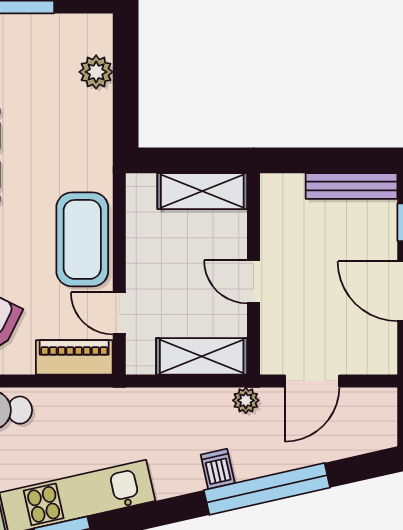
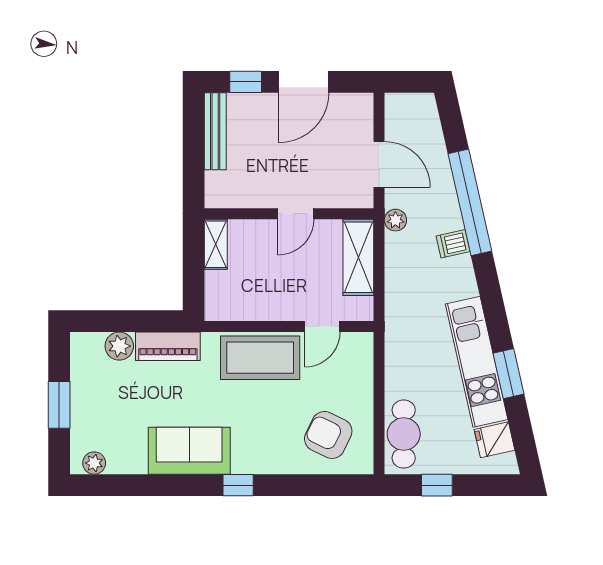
shelving: (202, 191) -> (216, 244), width x0.67, depth x0.75
piano: (74, 357) -> (168, 346), moved, turned -90

